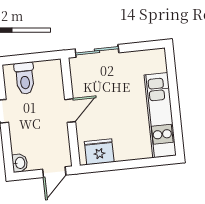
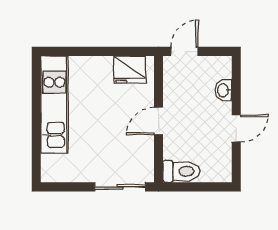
toilet: (25, 78) -> (181, 171), moved, turned 90
washbasin: (20, 163) -> (223, 90), moved

